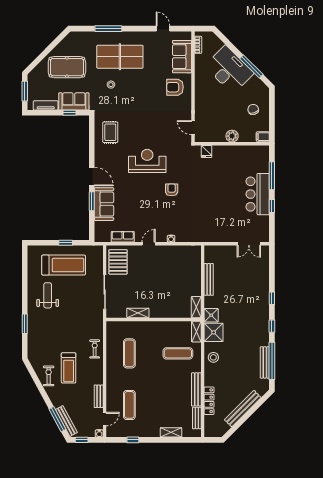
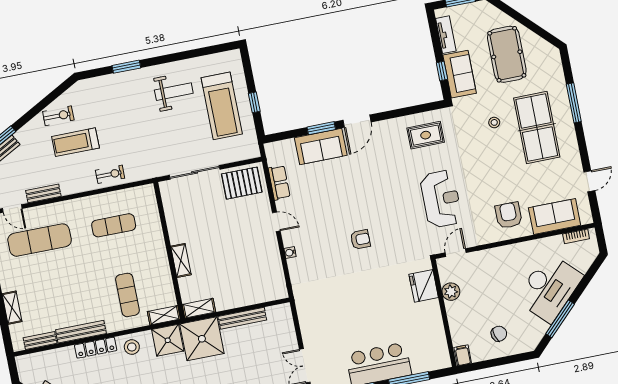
plant: (232, 136) -> (451, 292), moved
fridge: (207, 151) -> (424, 286), width x1.88, depth x1.34
reception desk: (147, 161) -> (441, 199), moved
shelving: (138, 313) -> (181, 260), moved
shower: (211, 315) -> (202, 339), width x1.86, depth x1.86
locker: (209, 401) -> (96, 348), moved
exercise mat: (129, 405) -> (40, 240), width x1.36, depth x1.45

